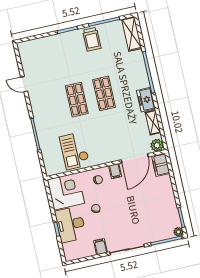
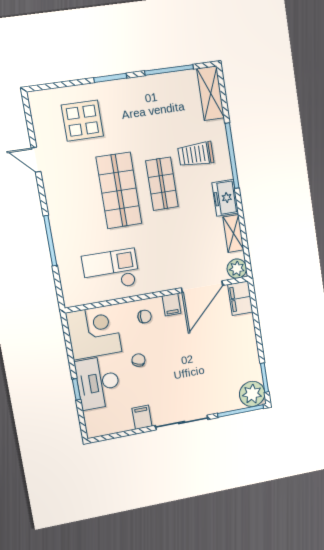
trolley: (92, 39) -> (196, 154), moved, turned 90
display table: (51, 58) -> (82, 121), added
shop shelf: (77, 100) -> (119, 190), width x1.43, depth x1.36
checkout: (75, 151) -> (111, 270), turned 90
plant: (178, 232) -> (252, 394), width x1.87, depth x1.87

